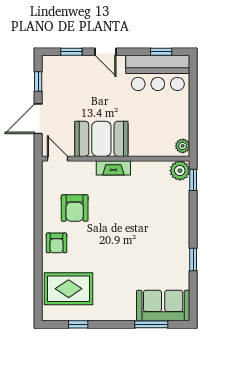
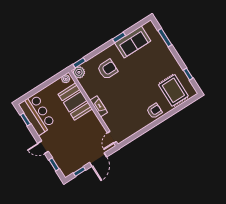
door: (106, 52) -> (43, 147), swing flipped
door: (38, 119) -> (98, 160), hinge flipped
booth: (101, 139) -> (75, 102), moved
armchair: (75, 208) -> (107, 69), moved
sofa: (163, 305) -> (133, 42), moved, turned -90

